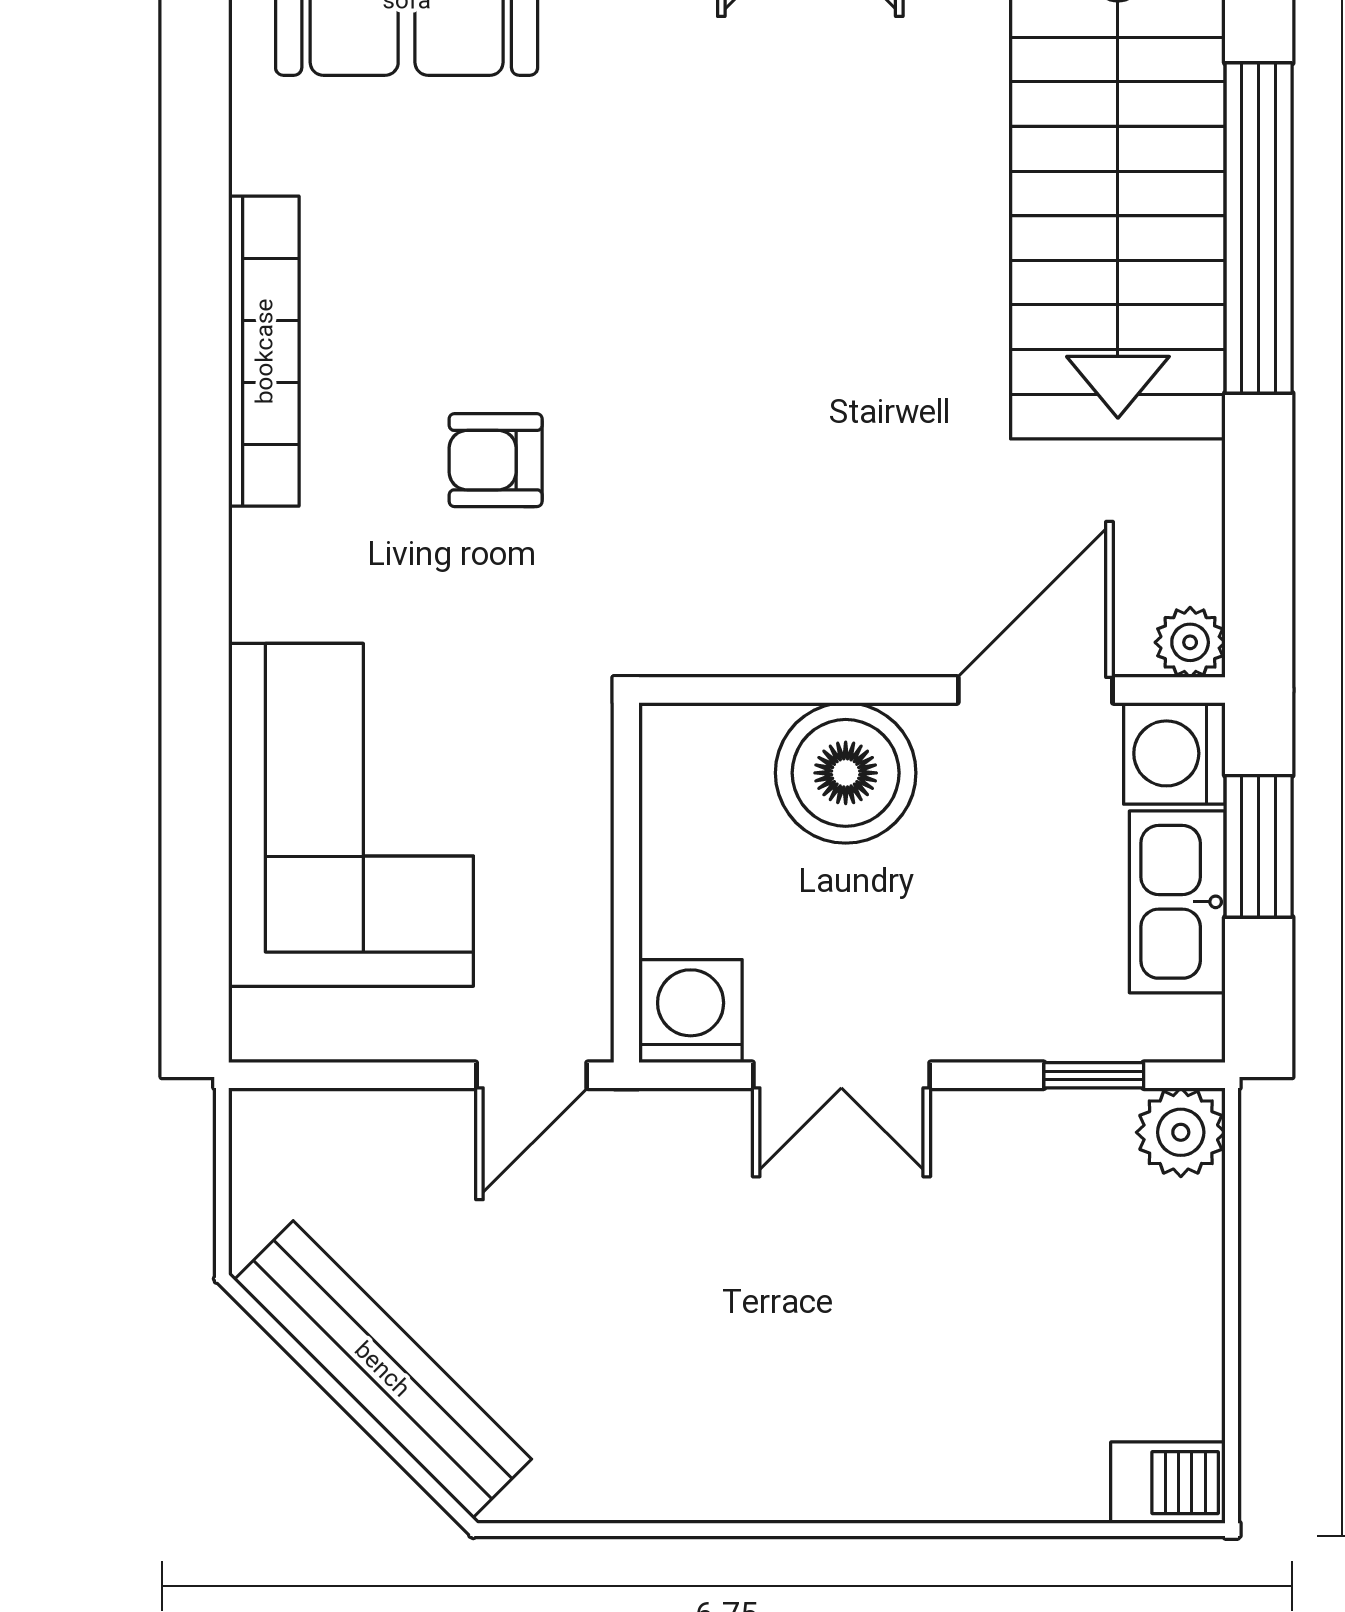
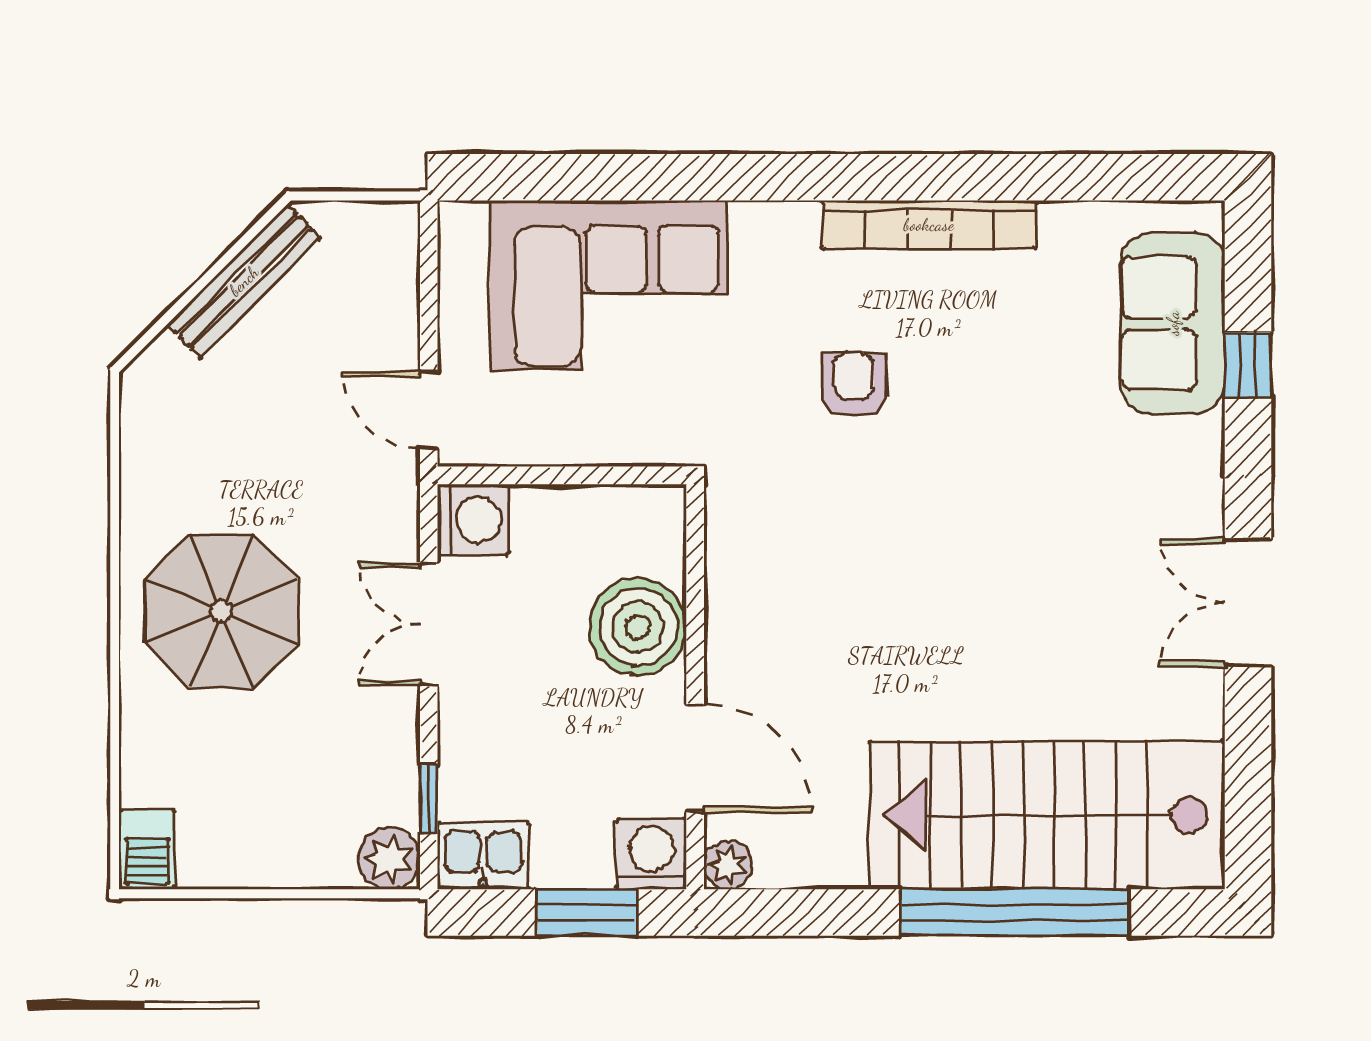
kitchen sink: (1177, 902) -> (483, 856), moved, width x0.73
bench: (383, 1369) -> (244, 281), width x0.73, depth x0.82
parasol: (823, 1375) -> (221, 611), added

